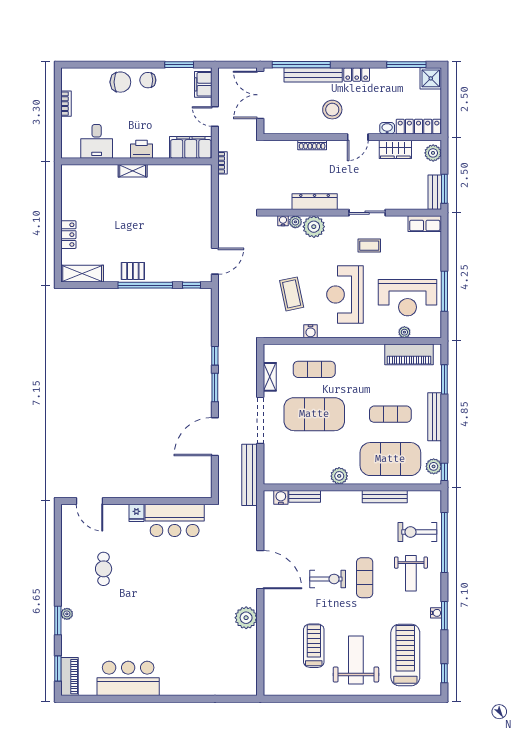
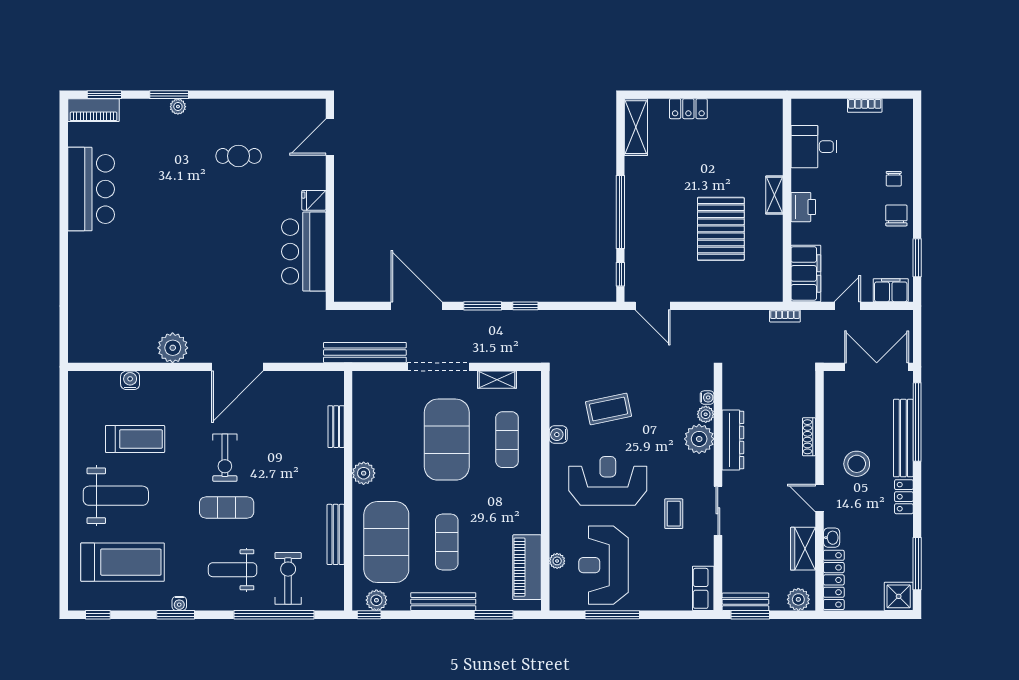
chair: (120, 82) -> (894, 179), width x0.54, depth x0.54
pallet: (133, 271) -> (721, 229), moved, width x2.05, depth x2.00
water cooler: (281, 497) -> (130, 380), moved, turned -90

